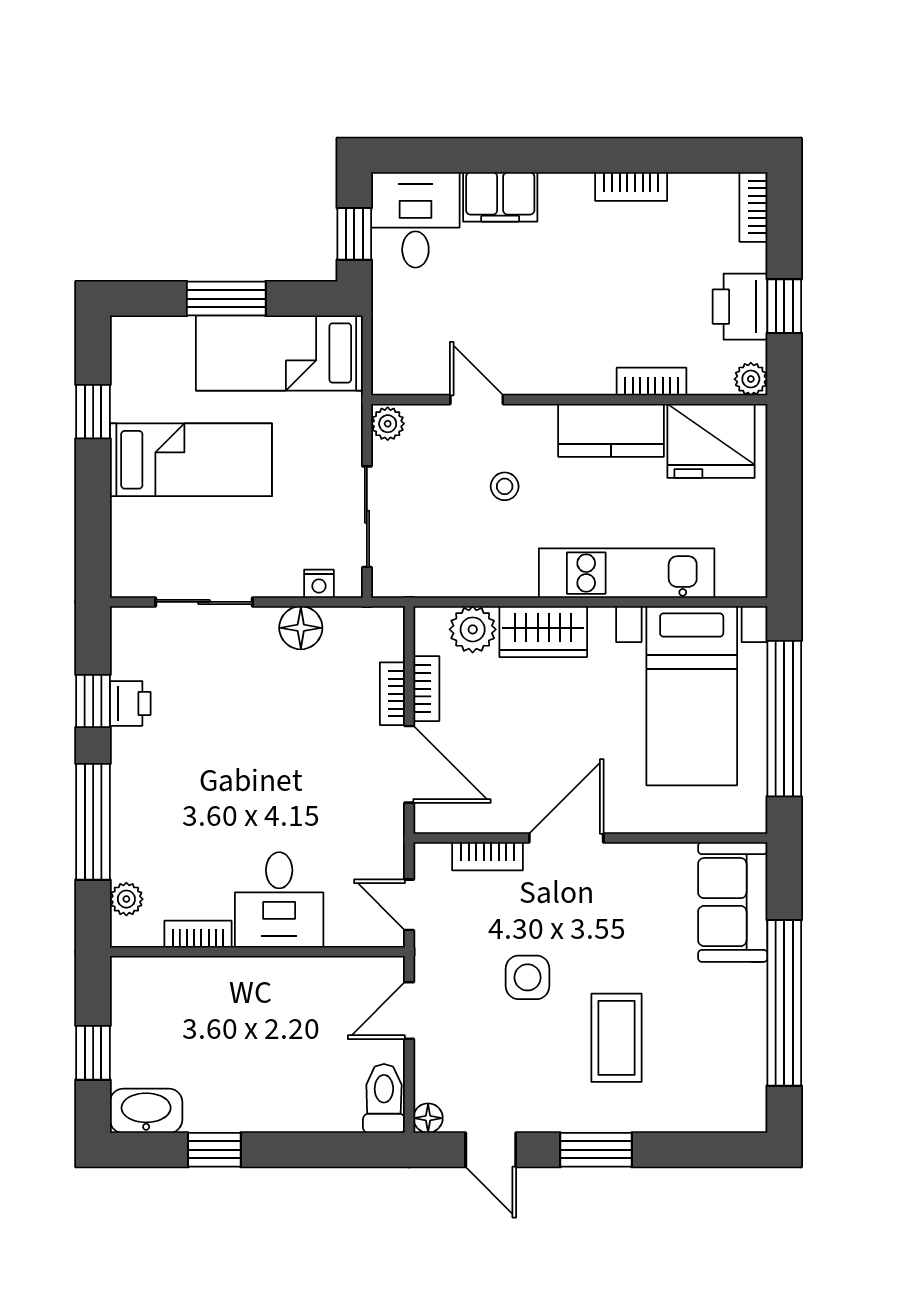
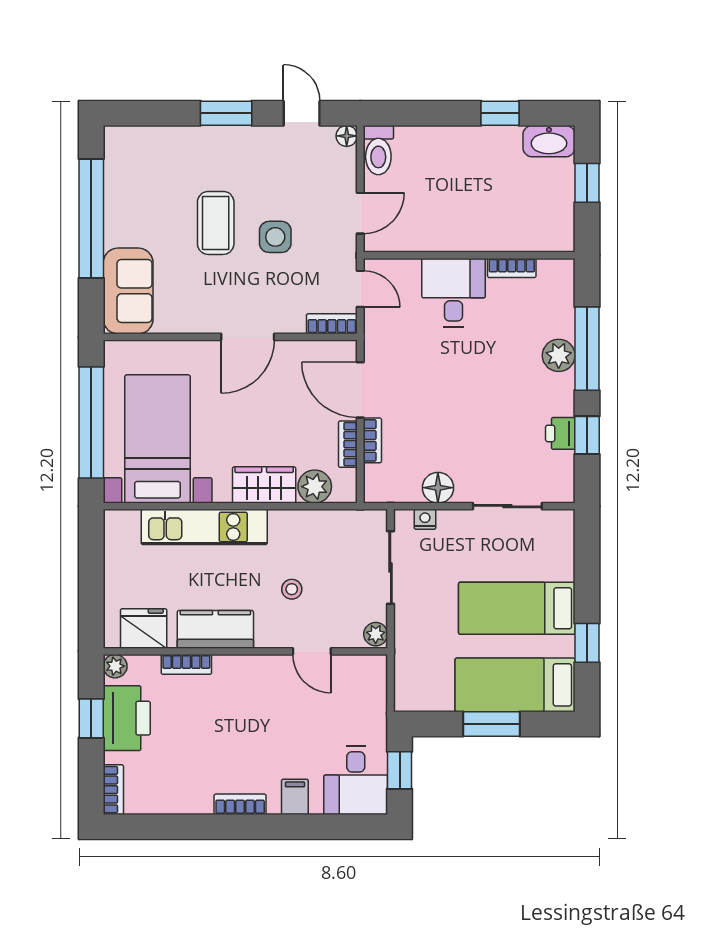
bookcase: (631, 187) -> (240, 804), moved
filing cabinet: (500, 197) -> (295, 797), width x0.50
printer: (740, 307) -> (127, 718), width x1.37, depth x1.19
bed: (279, 353) -> (515, 685), moved, turned 180
fridge: (711, 441) -> (144, 628), width x0.73, depth x0.75
bookcase: (487, 856) -> (332, 324), moved
plant: (126, 899) -> (559, 355), moved, width x1.38, depth x1.38
coffee table: (616, 1038) -> (216, 223), moved

